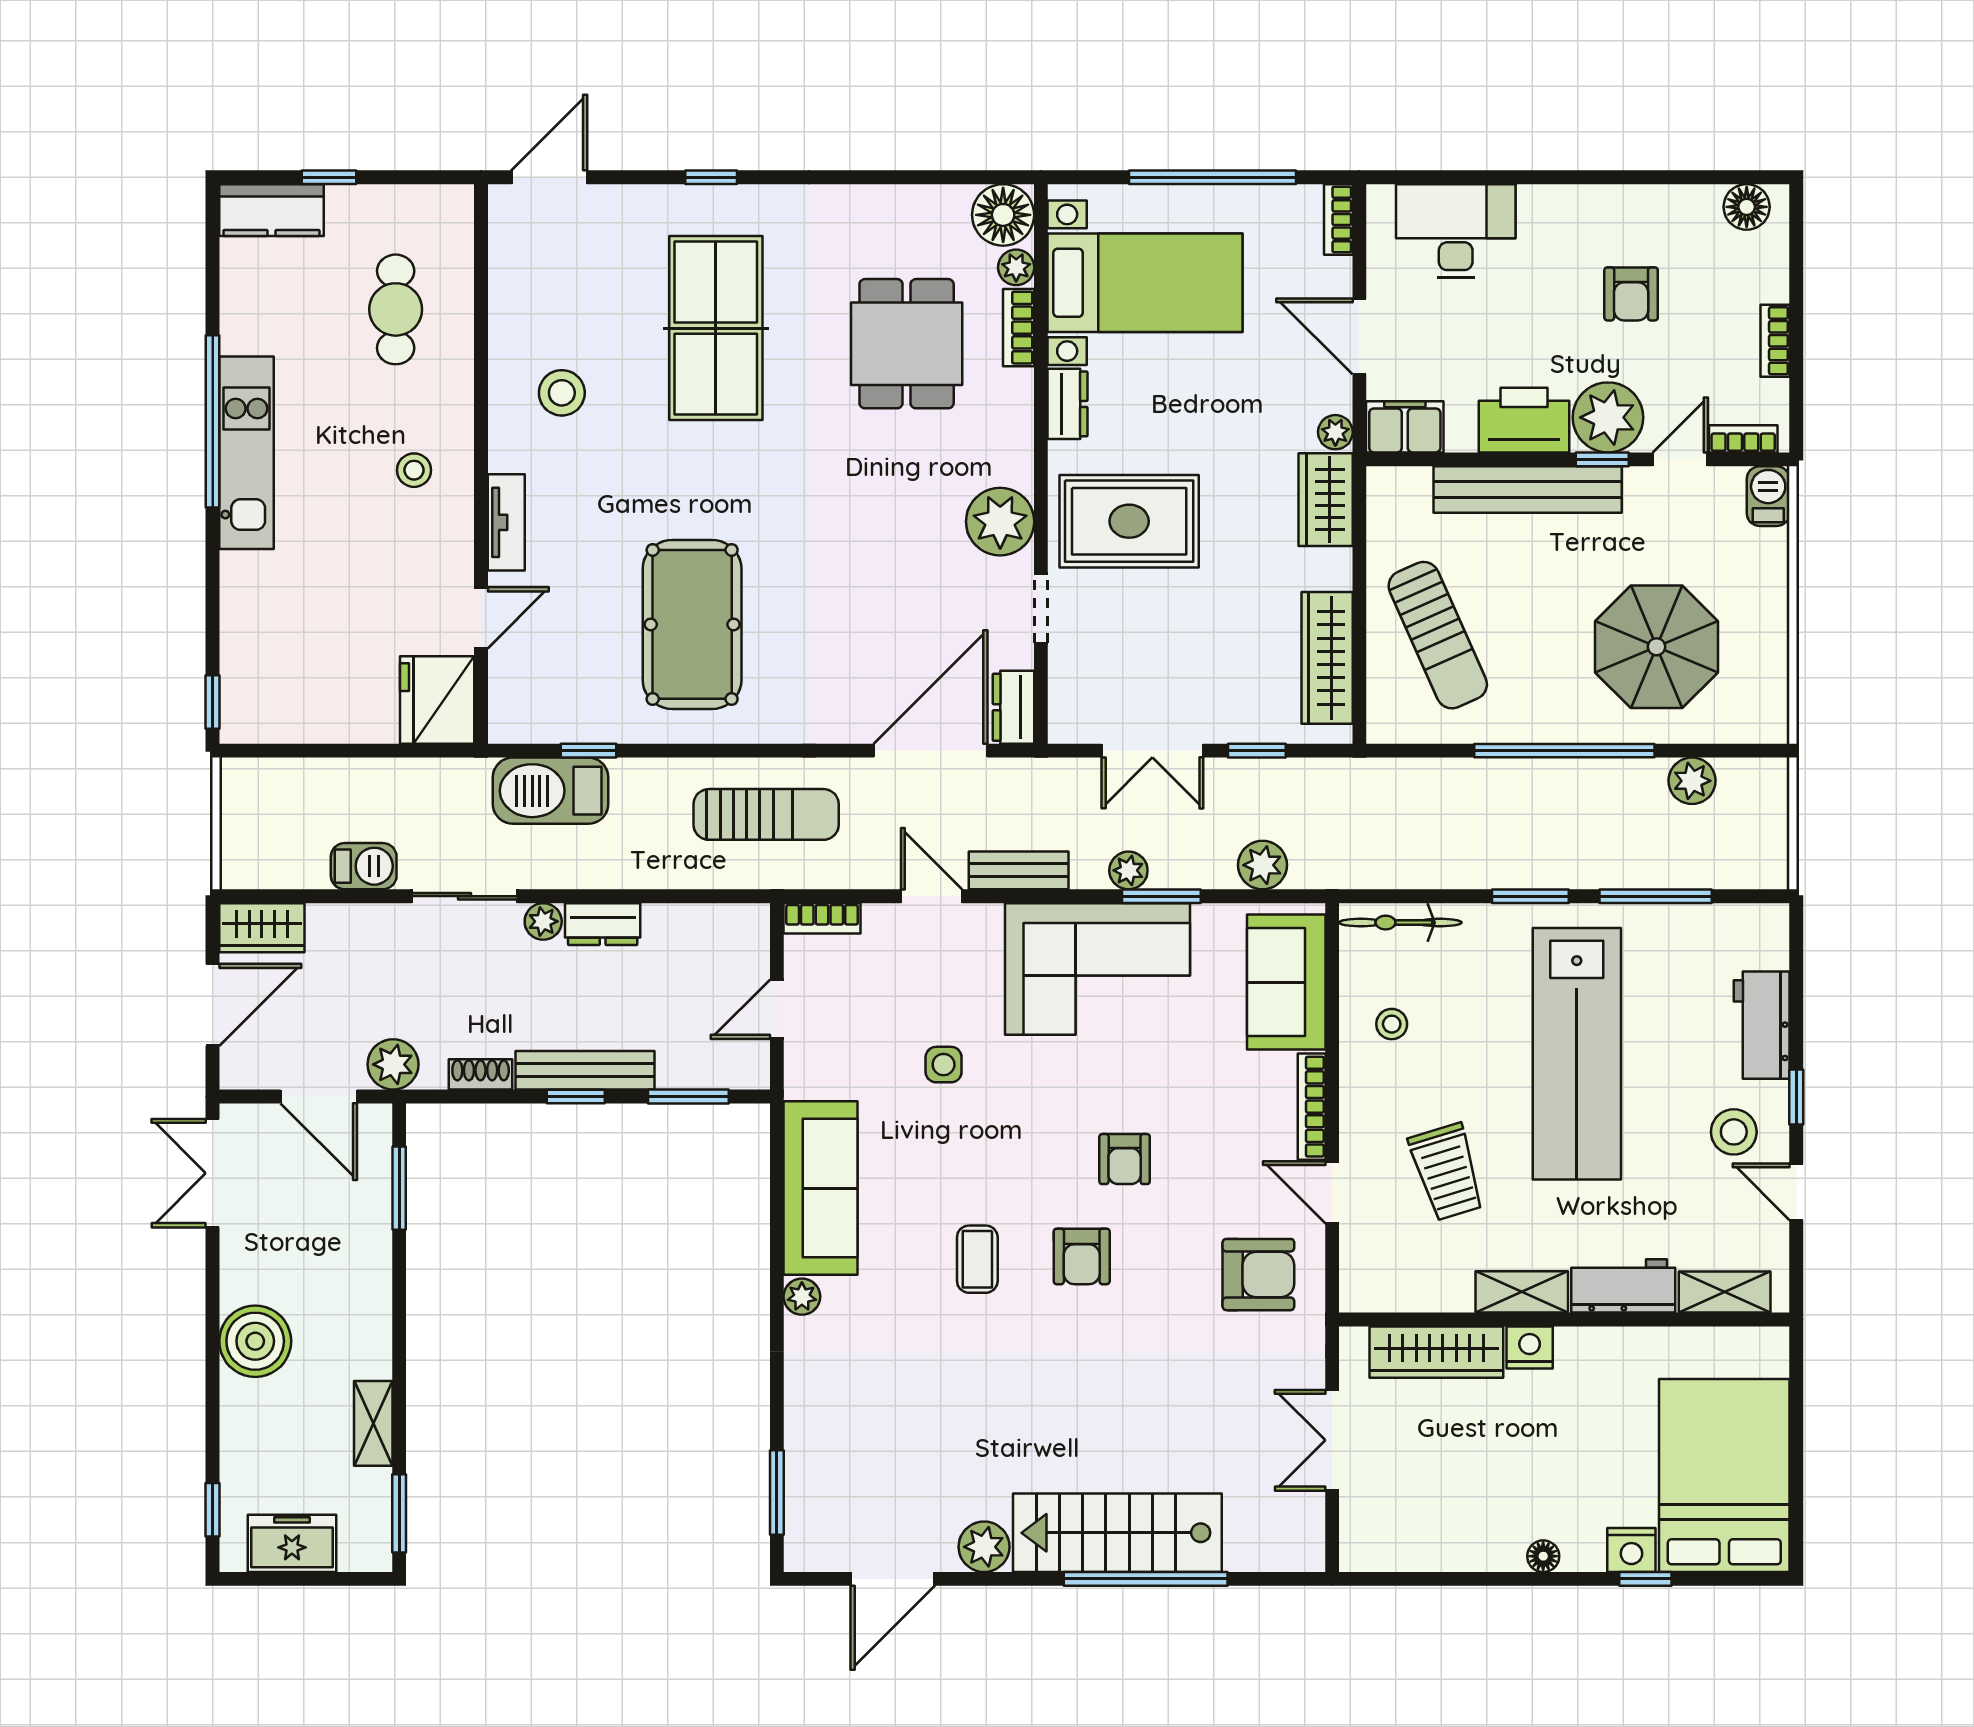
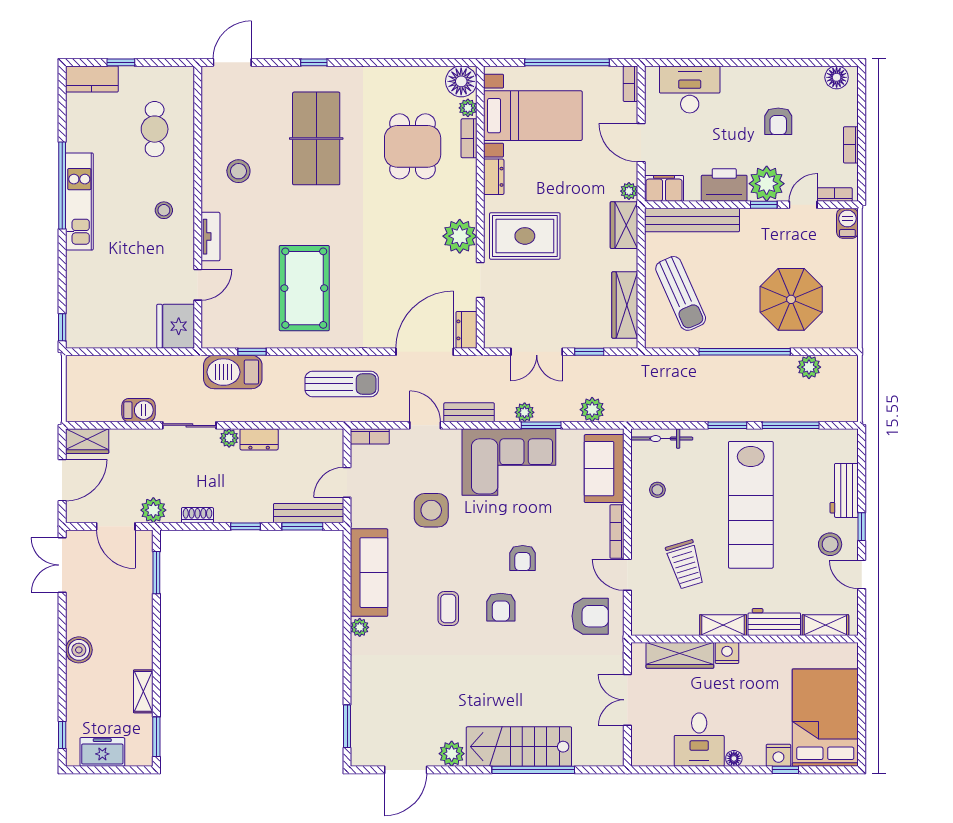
bench: (1528, 490) -> (692, 220), moved
side table: (944, 1065) -> (431, 510), width x1.87, depth x1.87
bench: (585, 1070) -> (309, 513), moved
boiler: (255, 1341) -> (79, 650), width x0.73, depth x0.73
desk: (1474, 1519) -> (699, 740), added

